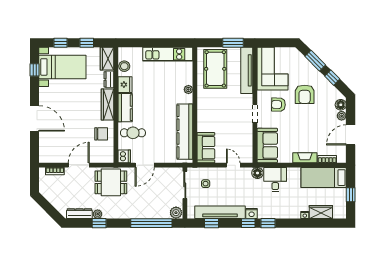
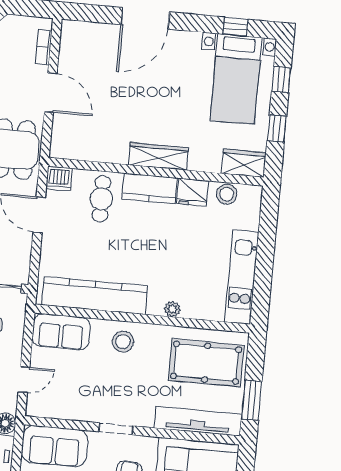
dresser: (109, 79) -> (205, 163), removed
stool: (208, 114) -> (123, 342), added
chair: (101, 134) -> (105, 139), removed

